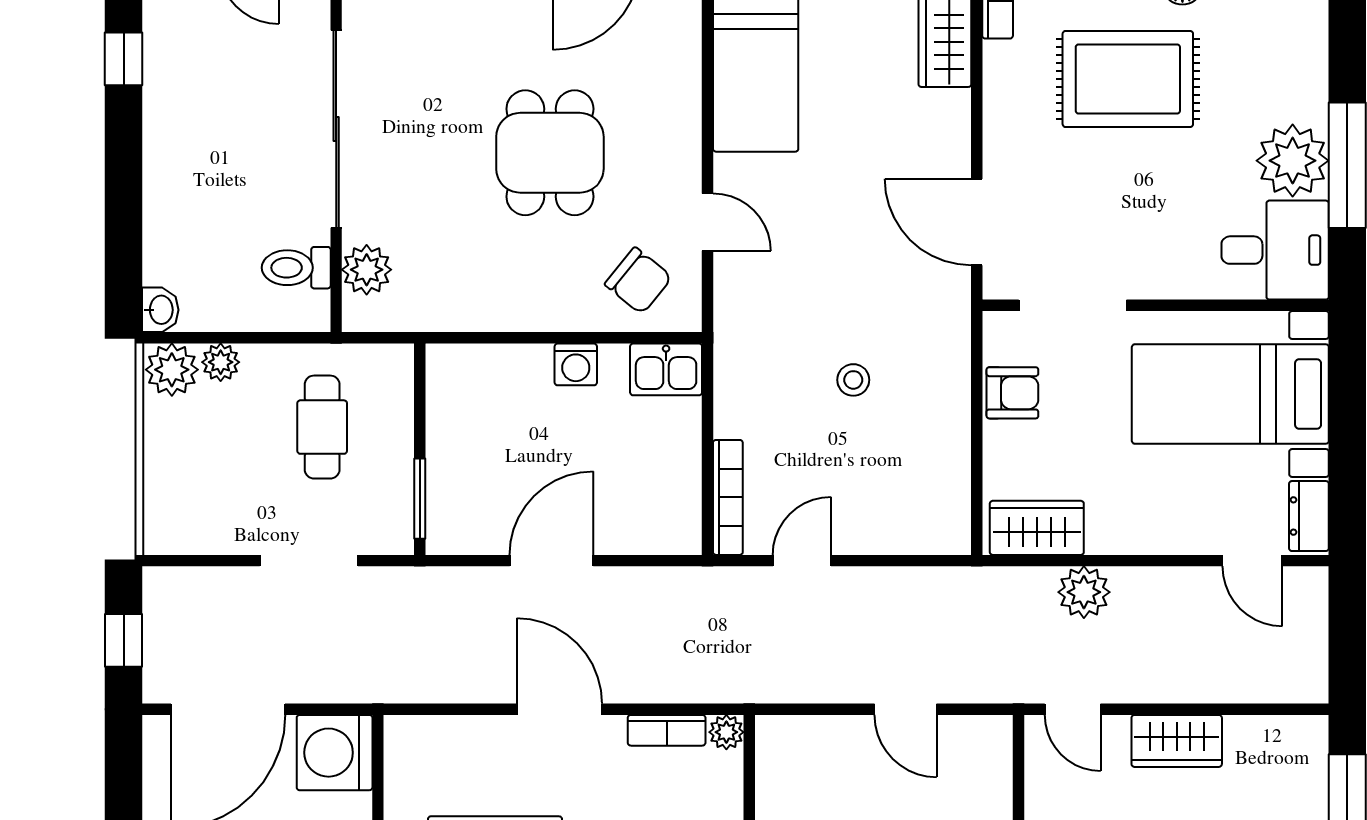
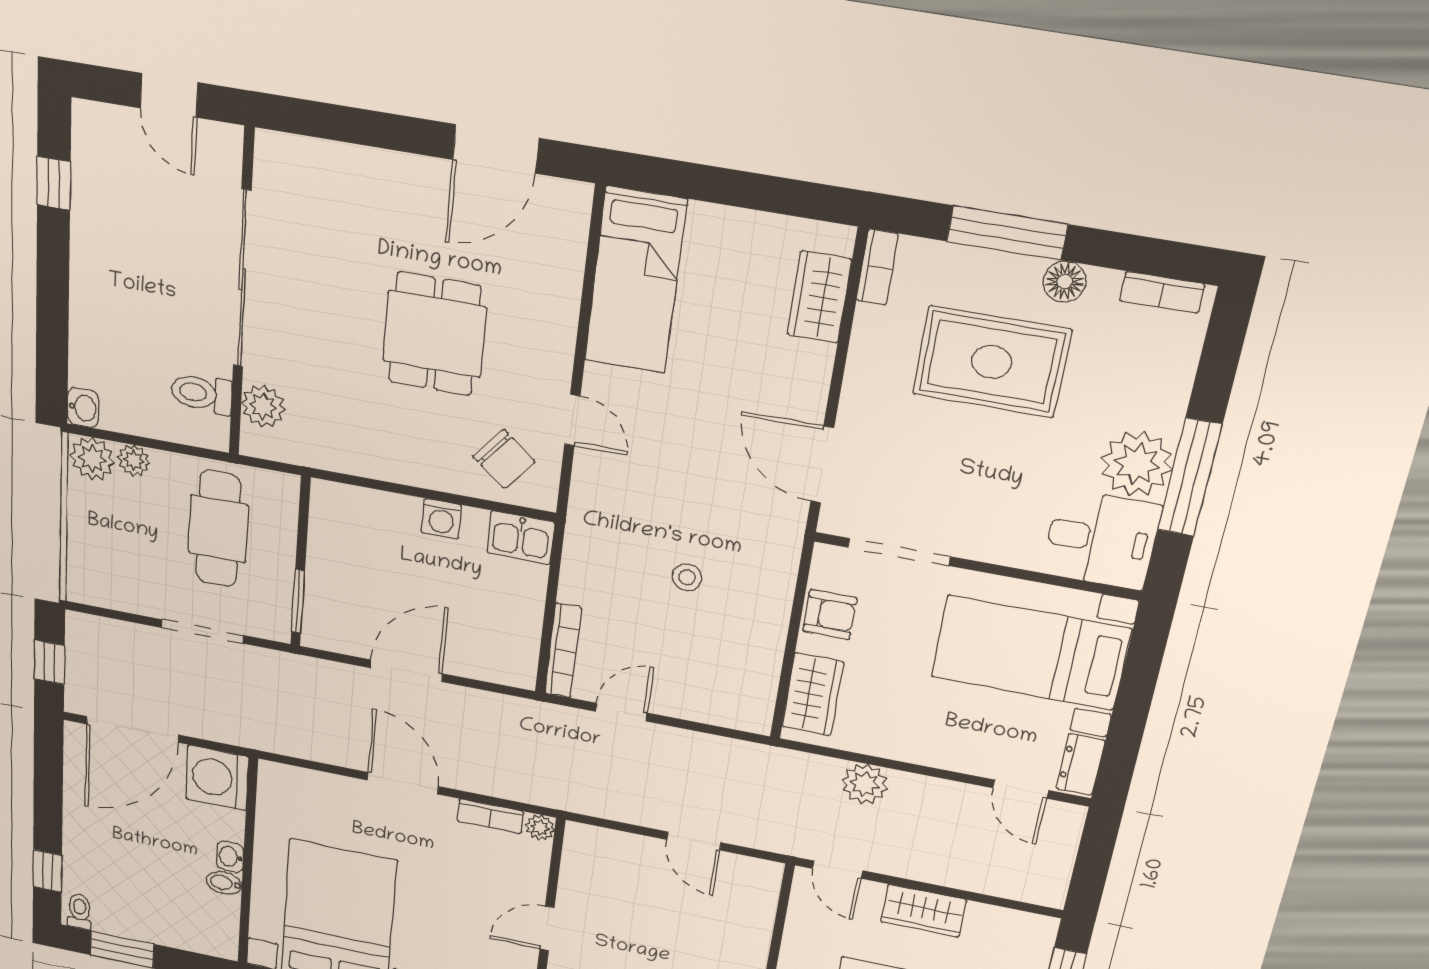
cafe table: (322, 427) -> (218, 529), width x1.37, depth x1.35
wardrobe: (1037, 528) -> (813, 694), moved, turned 90

